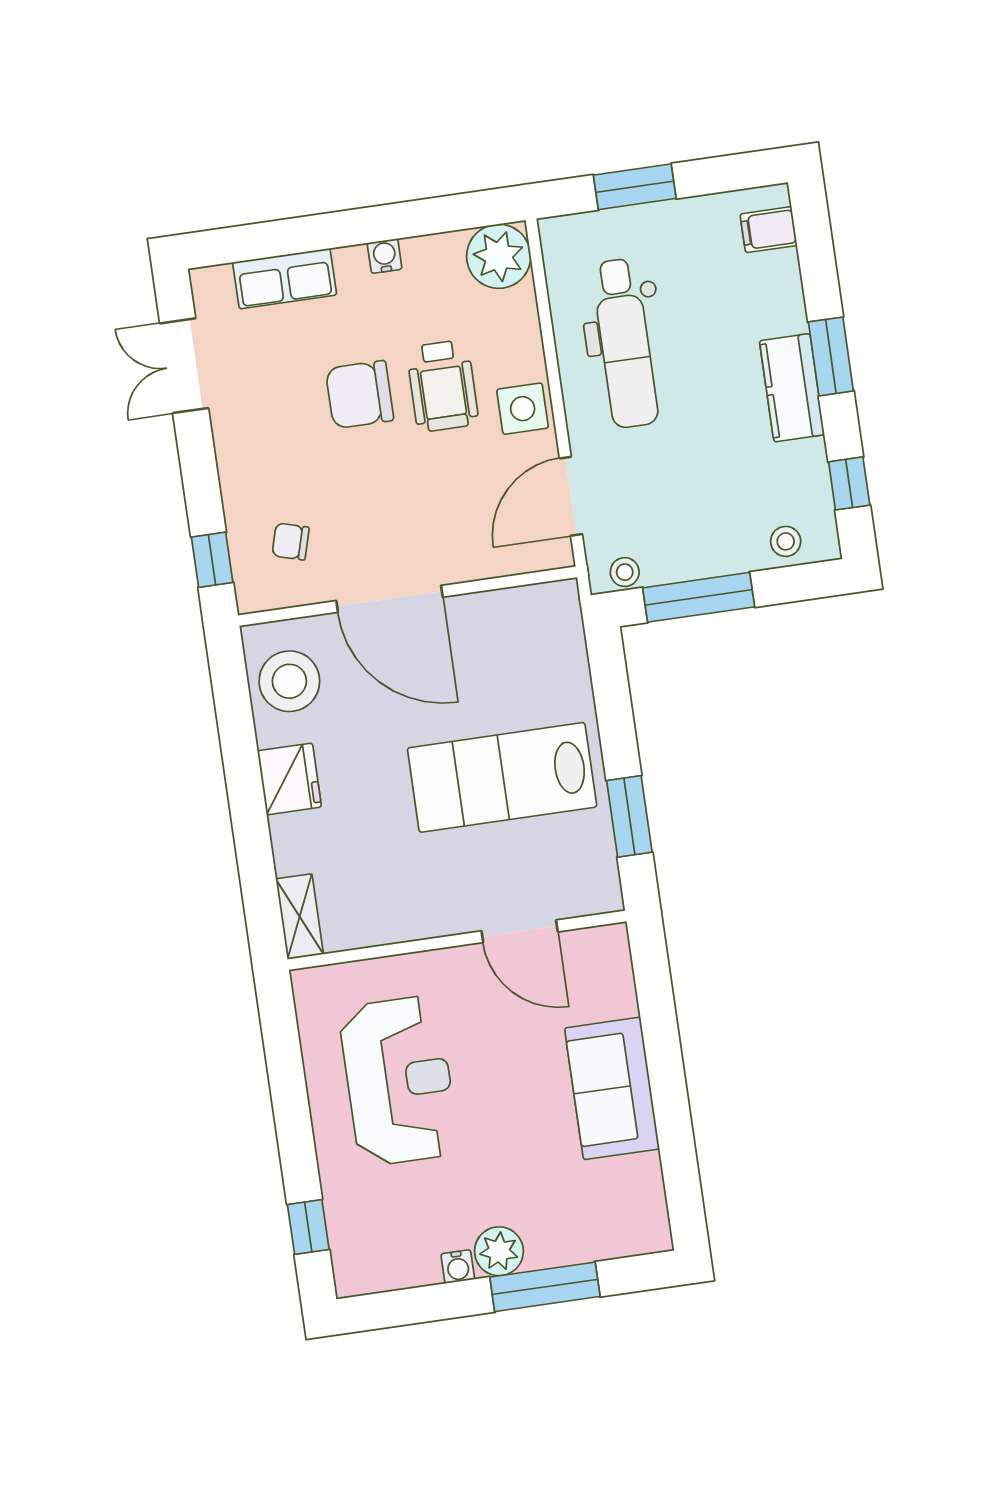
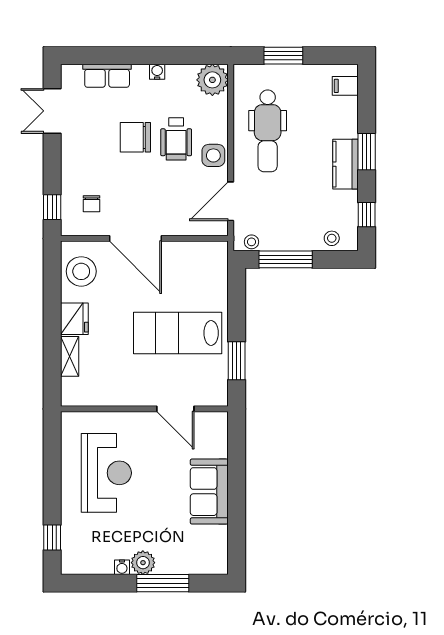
chair: (291, 541) -> (92, 204), turned -106
shelving: (300, 917) -> (70, 356), moved

